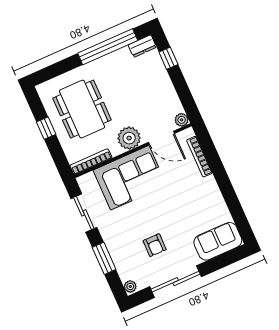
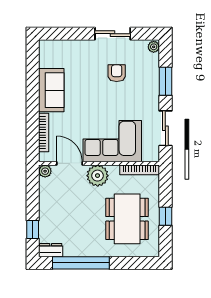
sofa: (218, 241) -> (51, 90), moved, turned -90
sliding door: (176, 282) -> (113, 34), width x0.73

